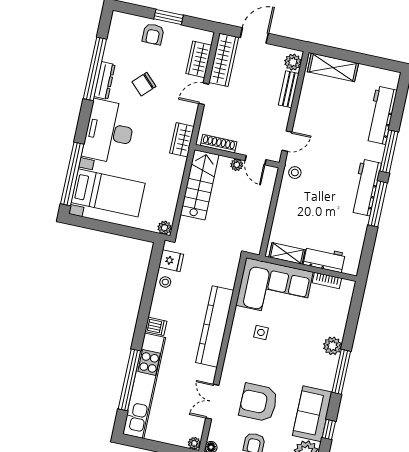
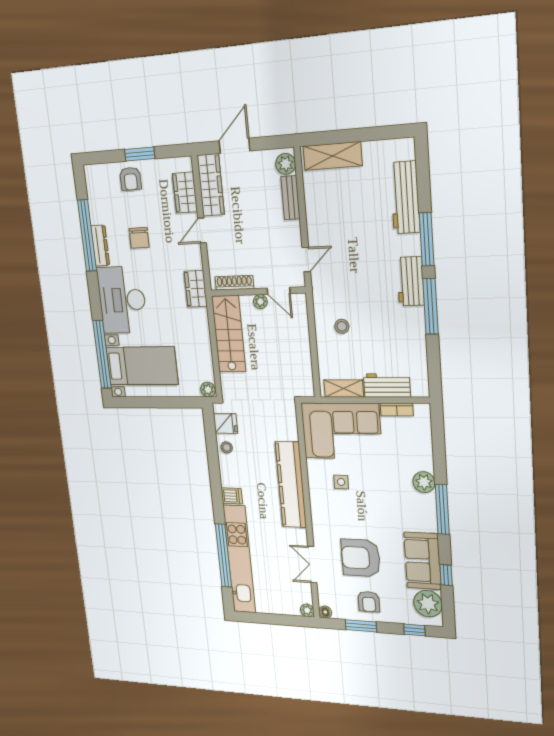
chair: (144, 84) -> (139, 238), turned -45
stool: (295, 173) -> (342, 326), moved
workbench: (366, 187) -> (411, 281), width x0.73

